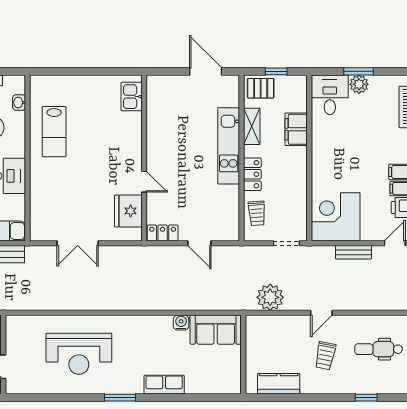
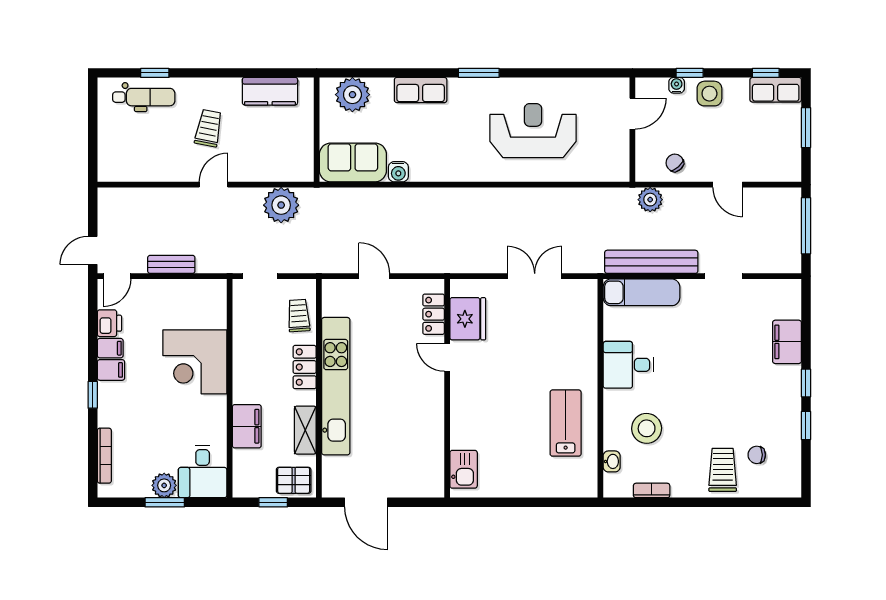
kitchen unit: (229, 146) -> (336, 386), width x1.36
corner desk: (336, 217) -> (195, 362), moved, turned 90
locker: (163, 233) -> (434, 314), moved, turned 90
dental chair: (379, 349) -> (144, 97), moved
plant: (216, 381) -> (352, 95), added

